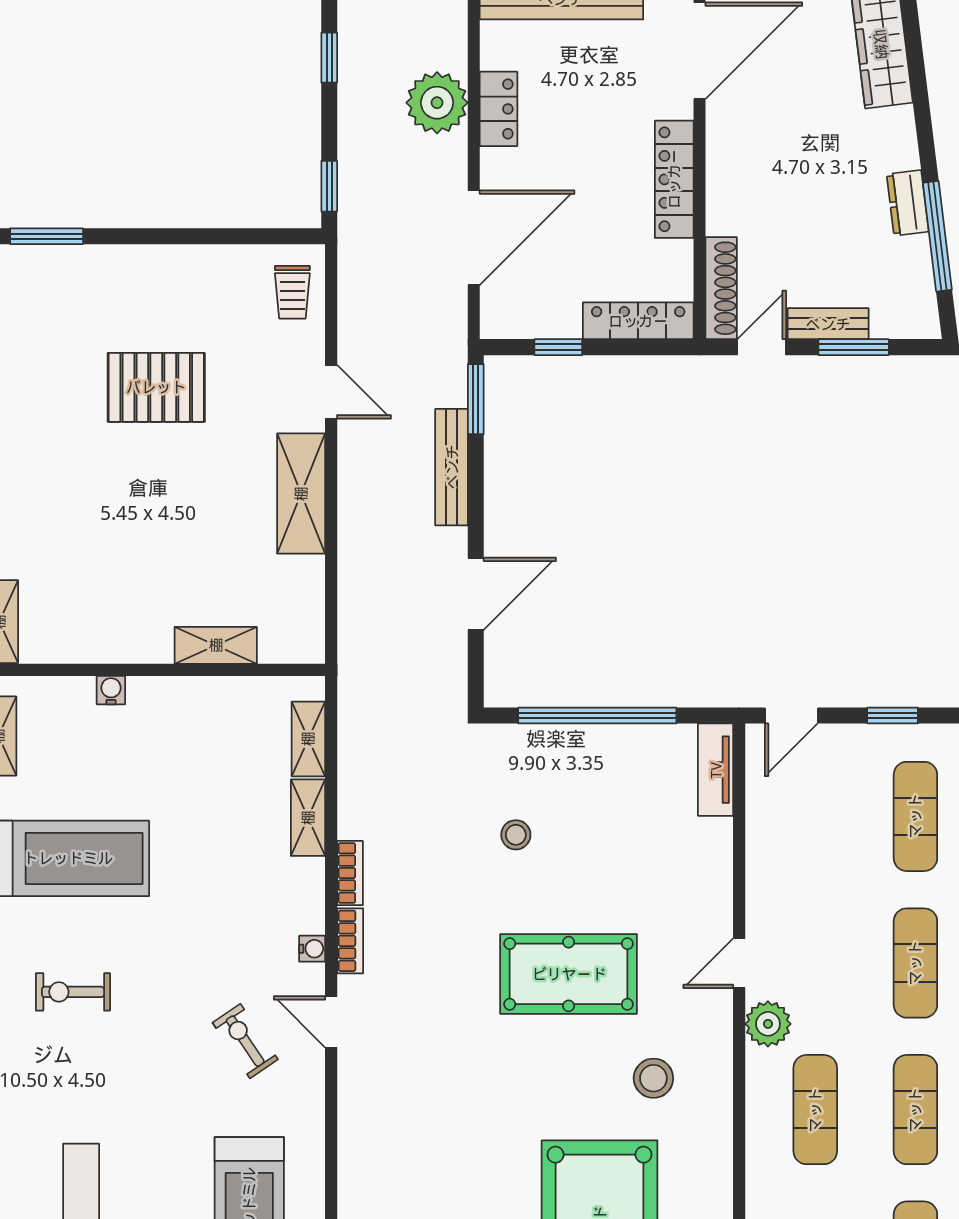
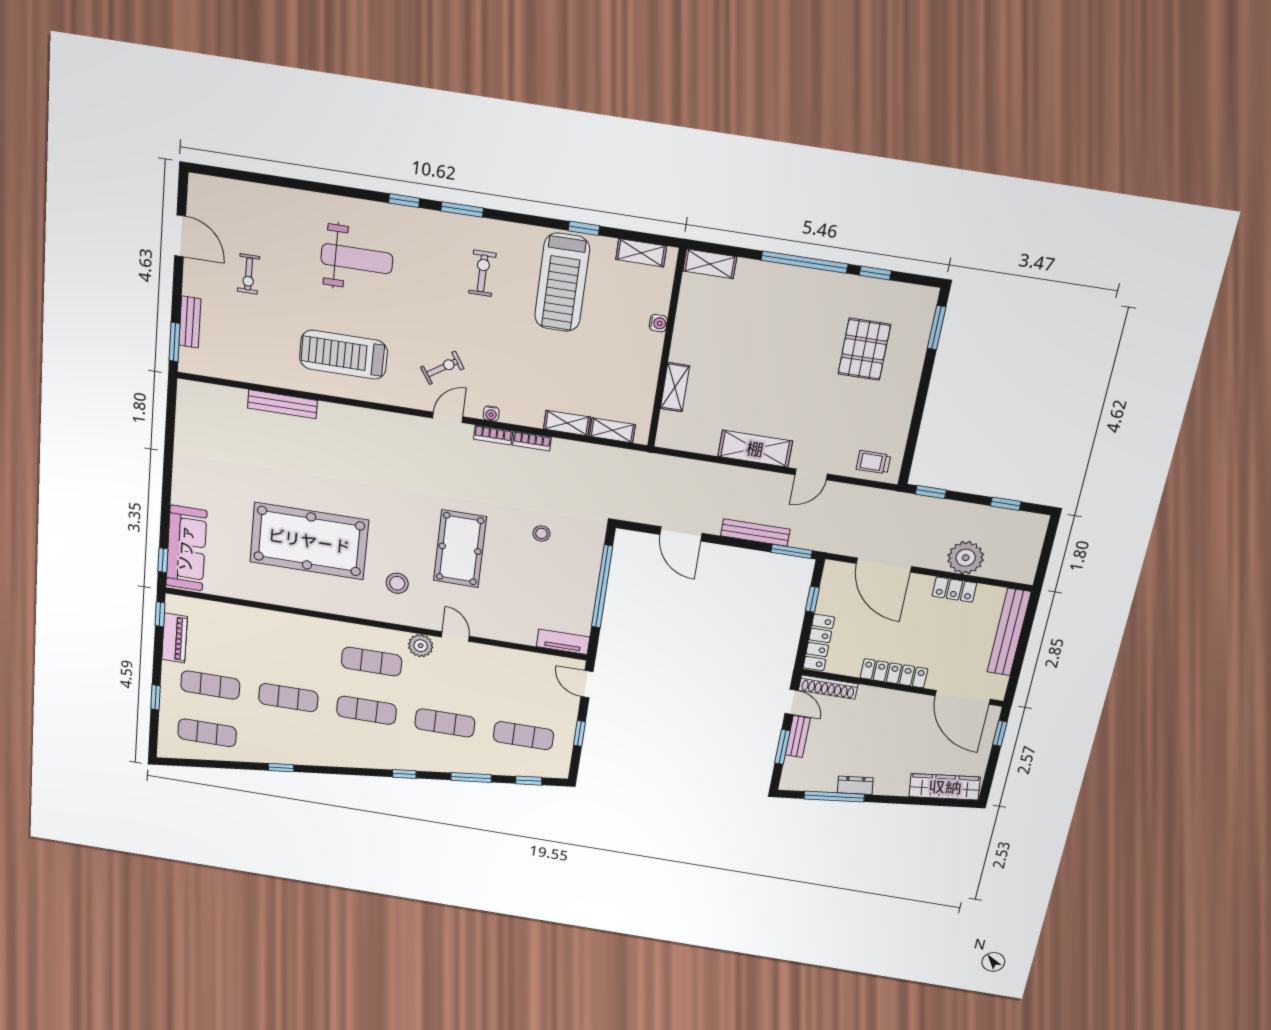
pallet: (156, 387) -> (864, 349), moved

